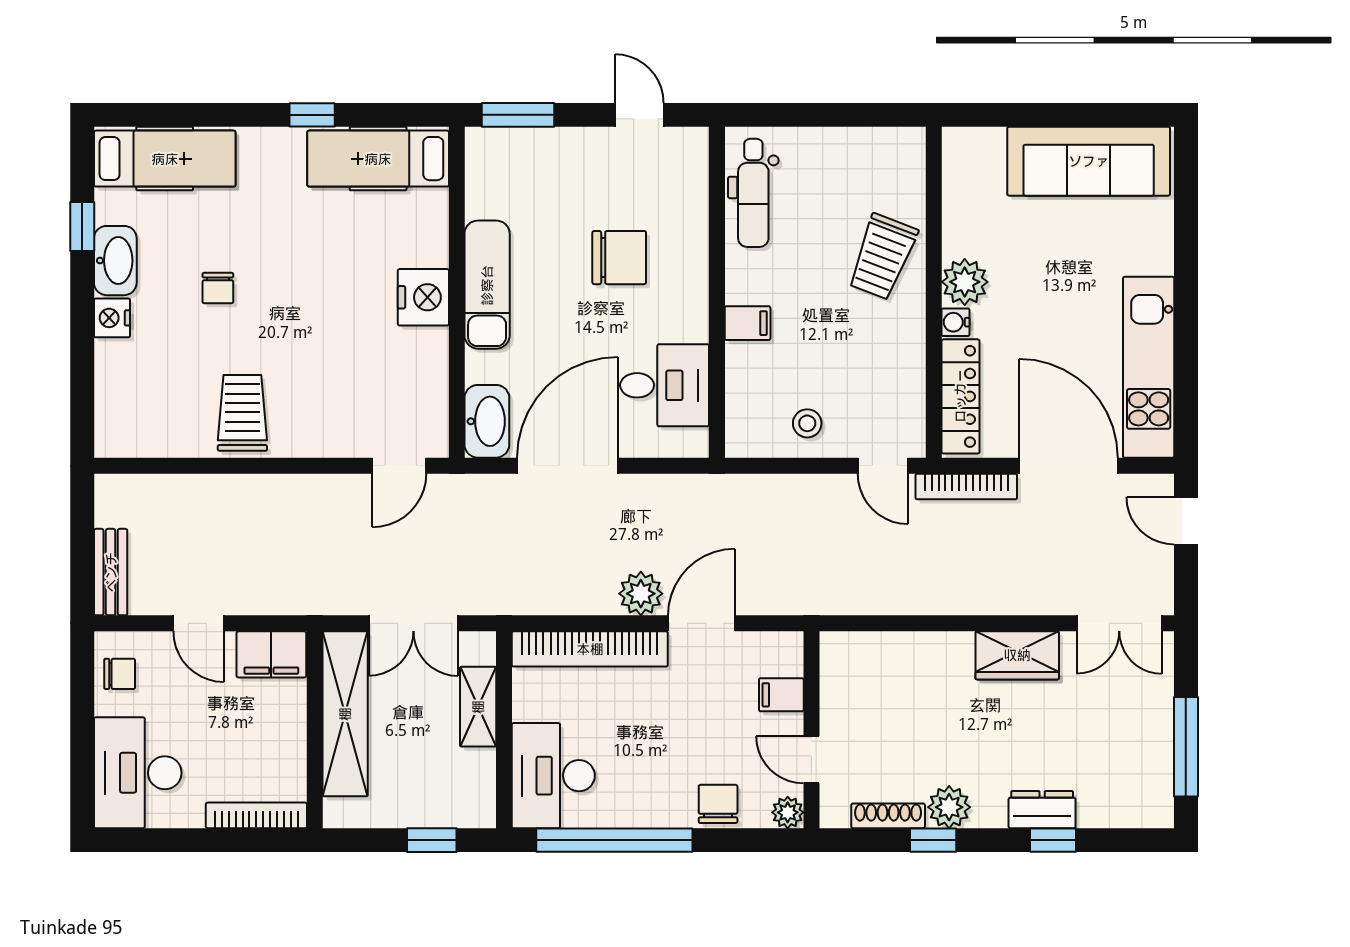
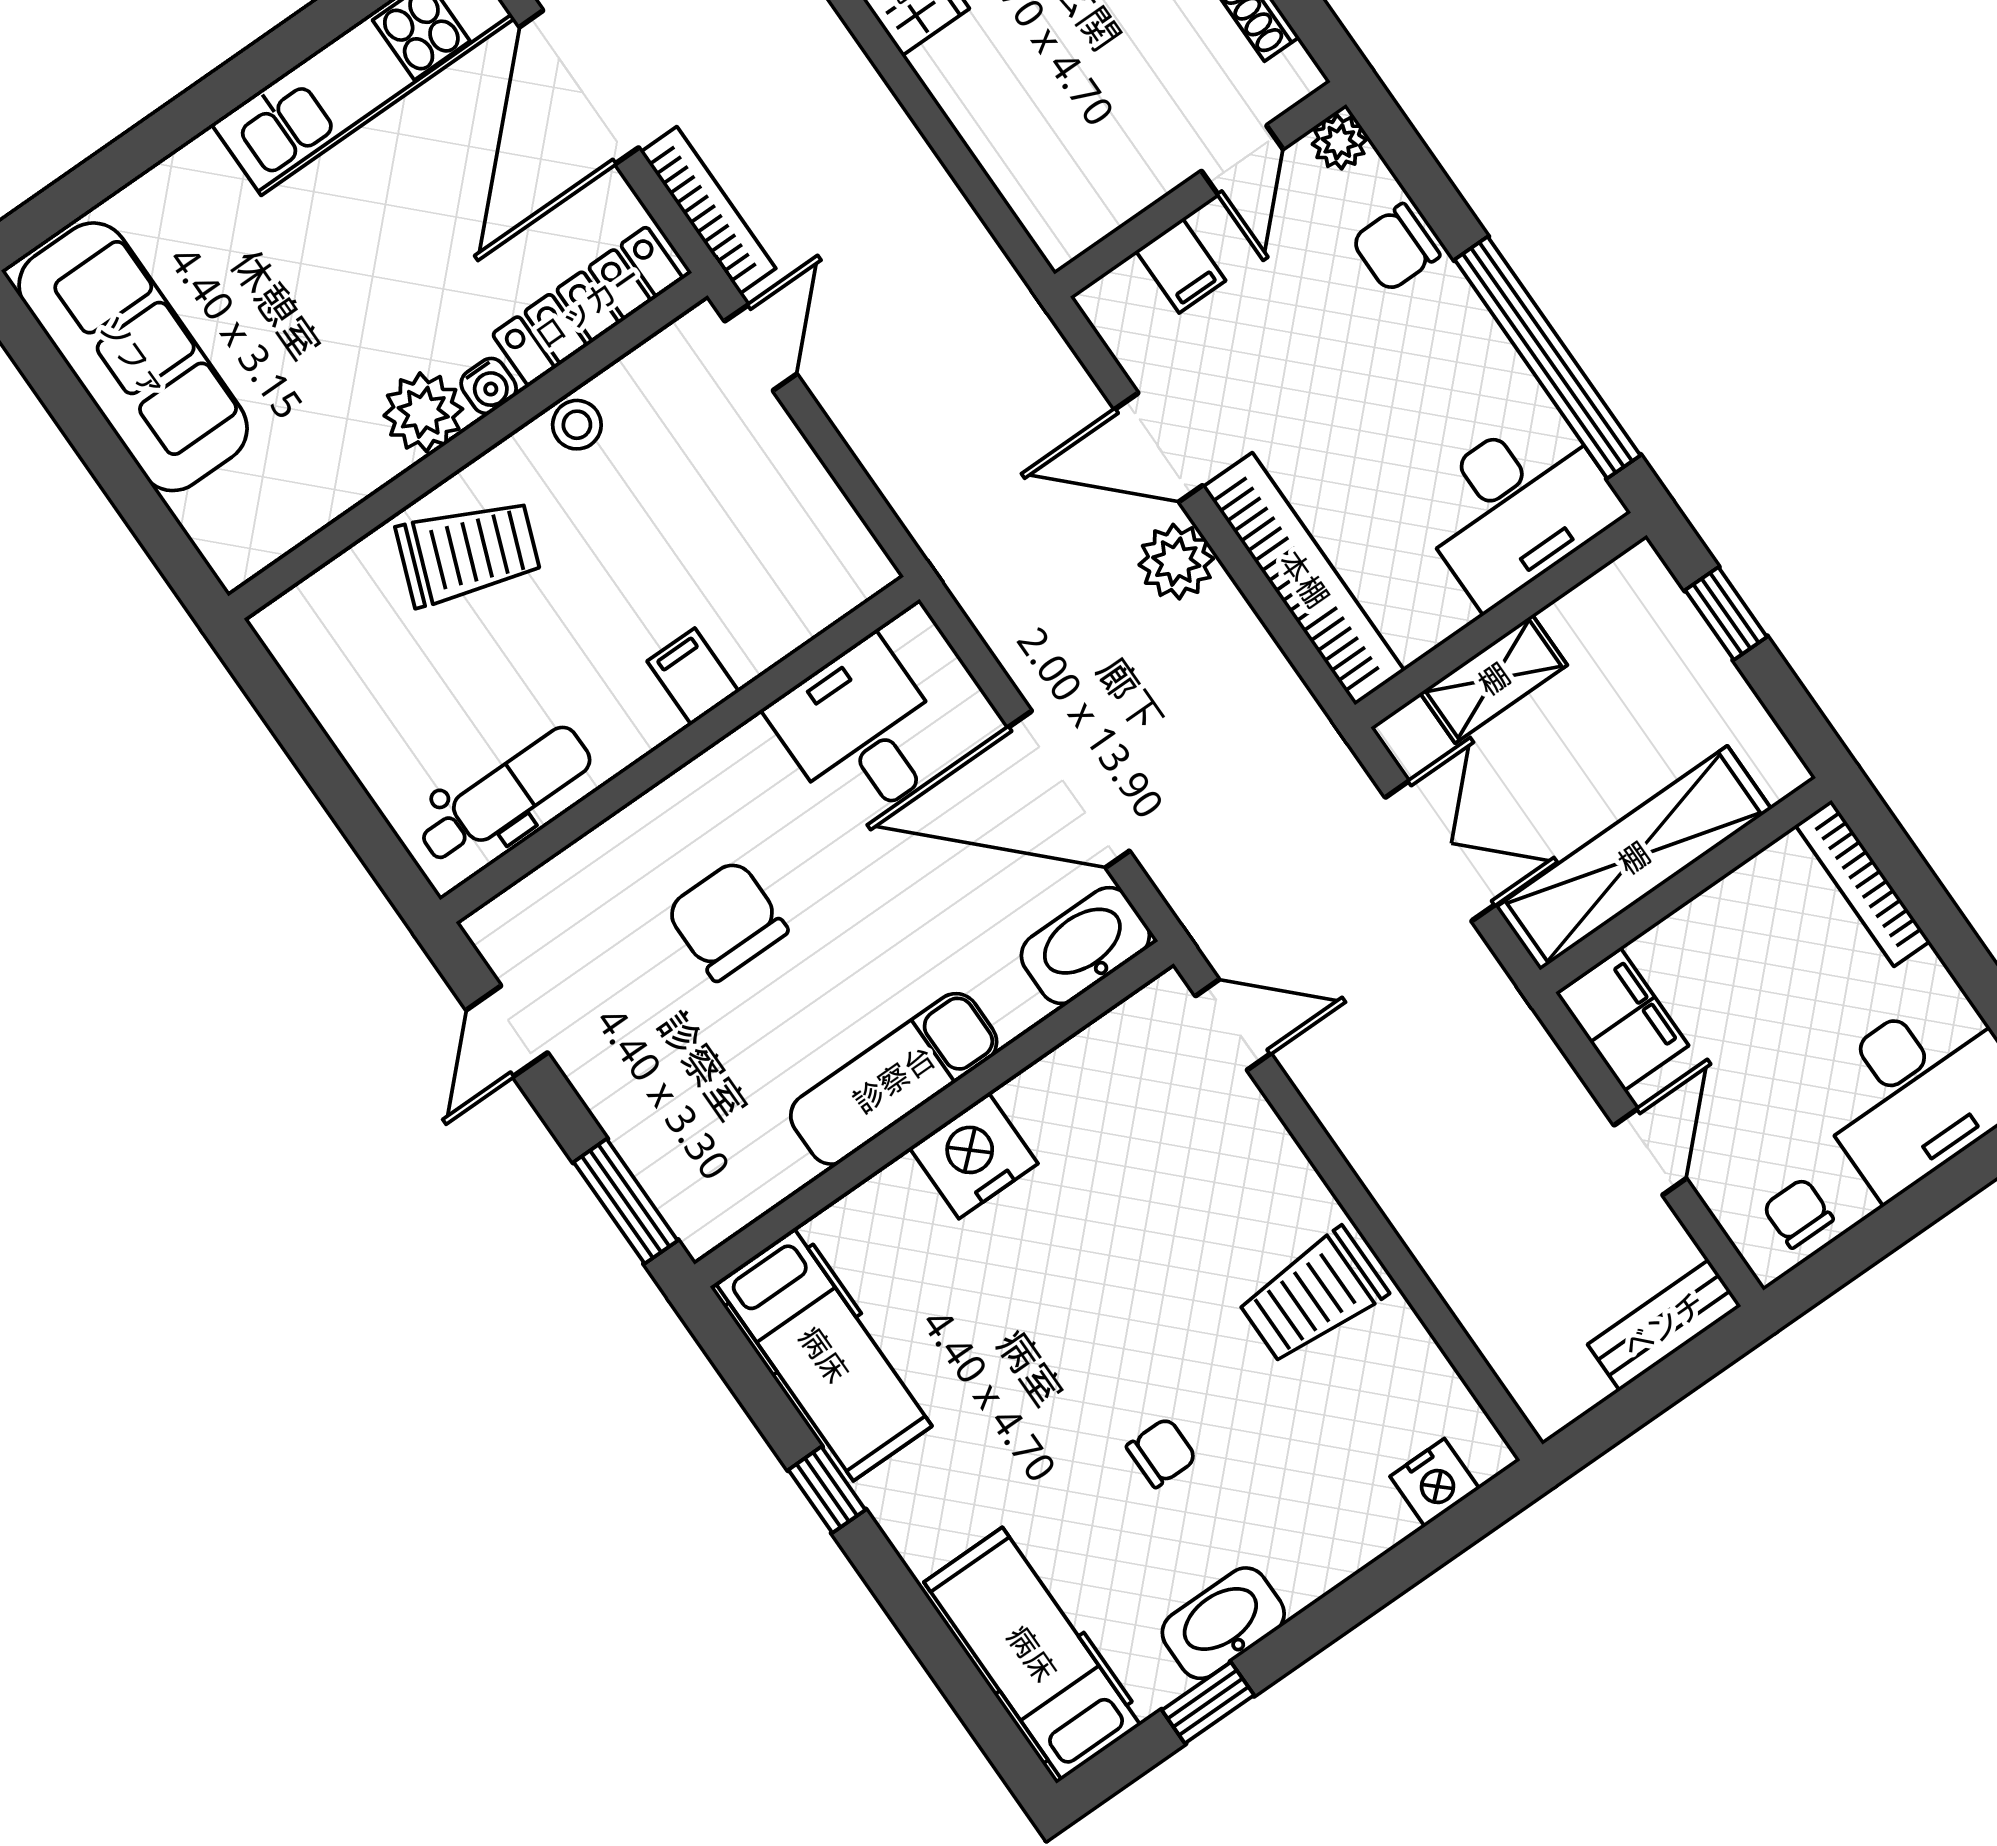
nightstand: (112, 318) -> (1435, 1483), moved
stool: (807, 423) -> (577, 425), moved

